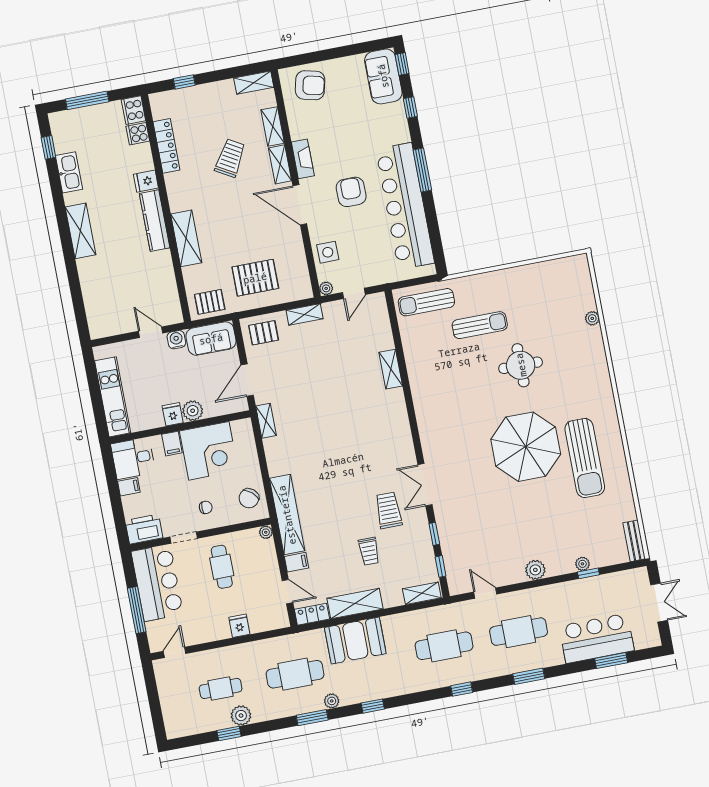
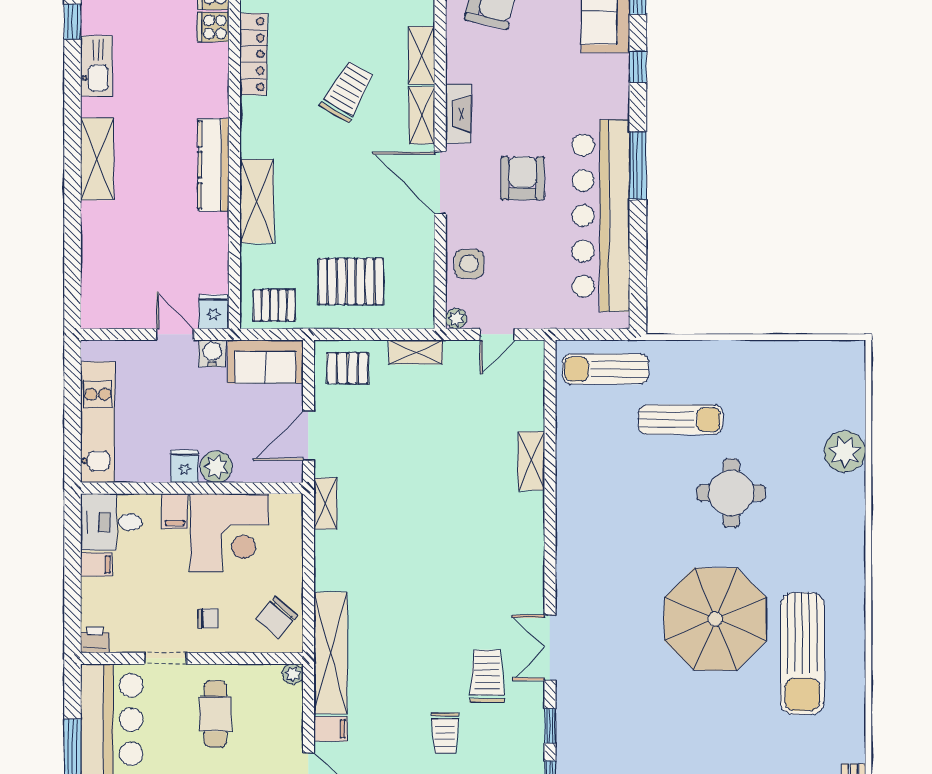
fridge: (146, 181) -> (213, 312), moved, turned 90
plant: (592, 318) -> (845, 452), width x1.88, depth x1.88
printer: (144, 529) -> (95, 640), width x0.53, depth x0.68

